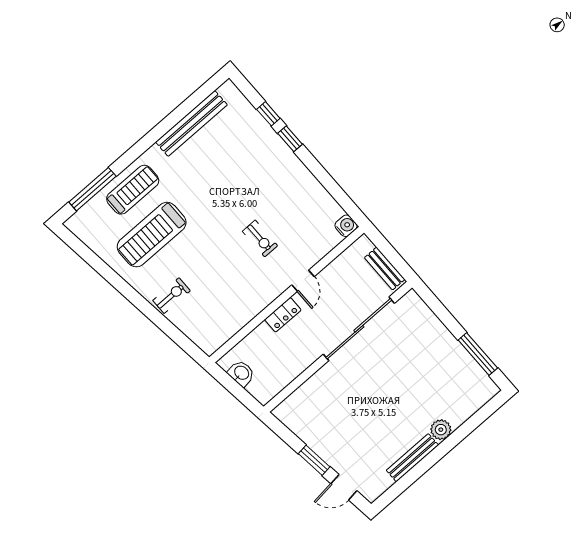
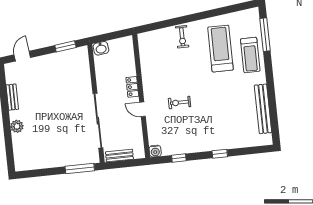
window: (268, 114) -> (179, 158), moved
window: (478, 354) -> (80, 168), moved
washbasin: (241, 373) -> (101, 48), moved
bench: (412, 458) -> (12, 97), width x0.73
window: (314, 460) -> (65, 46), moved

